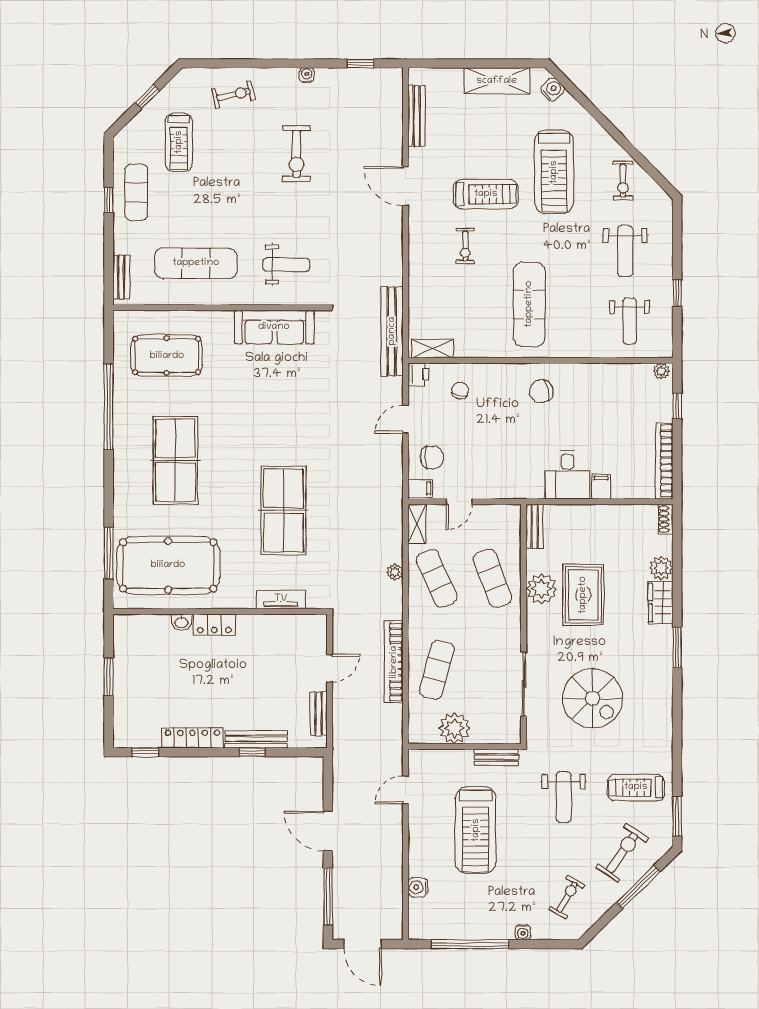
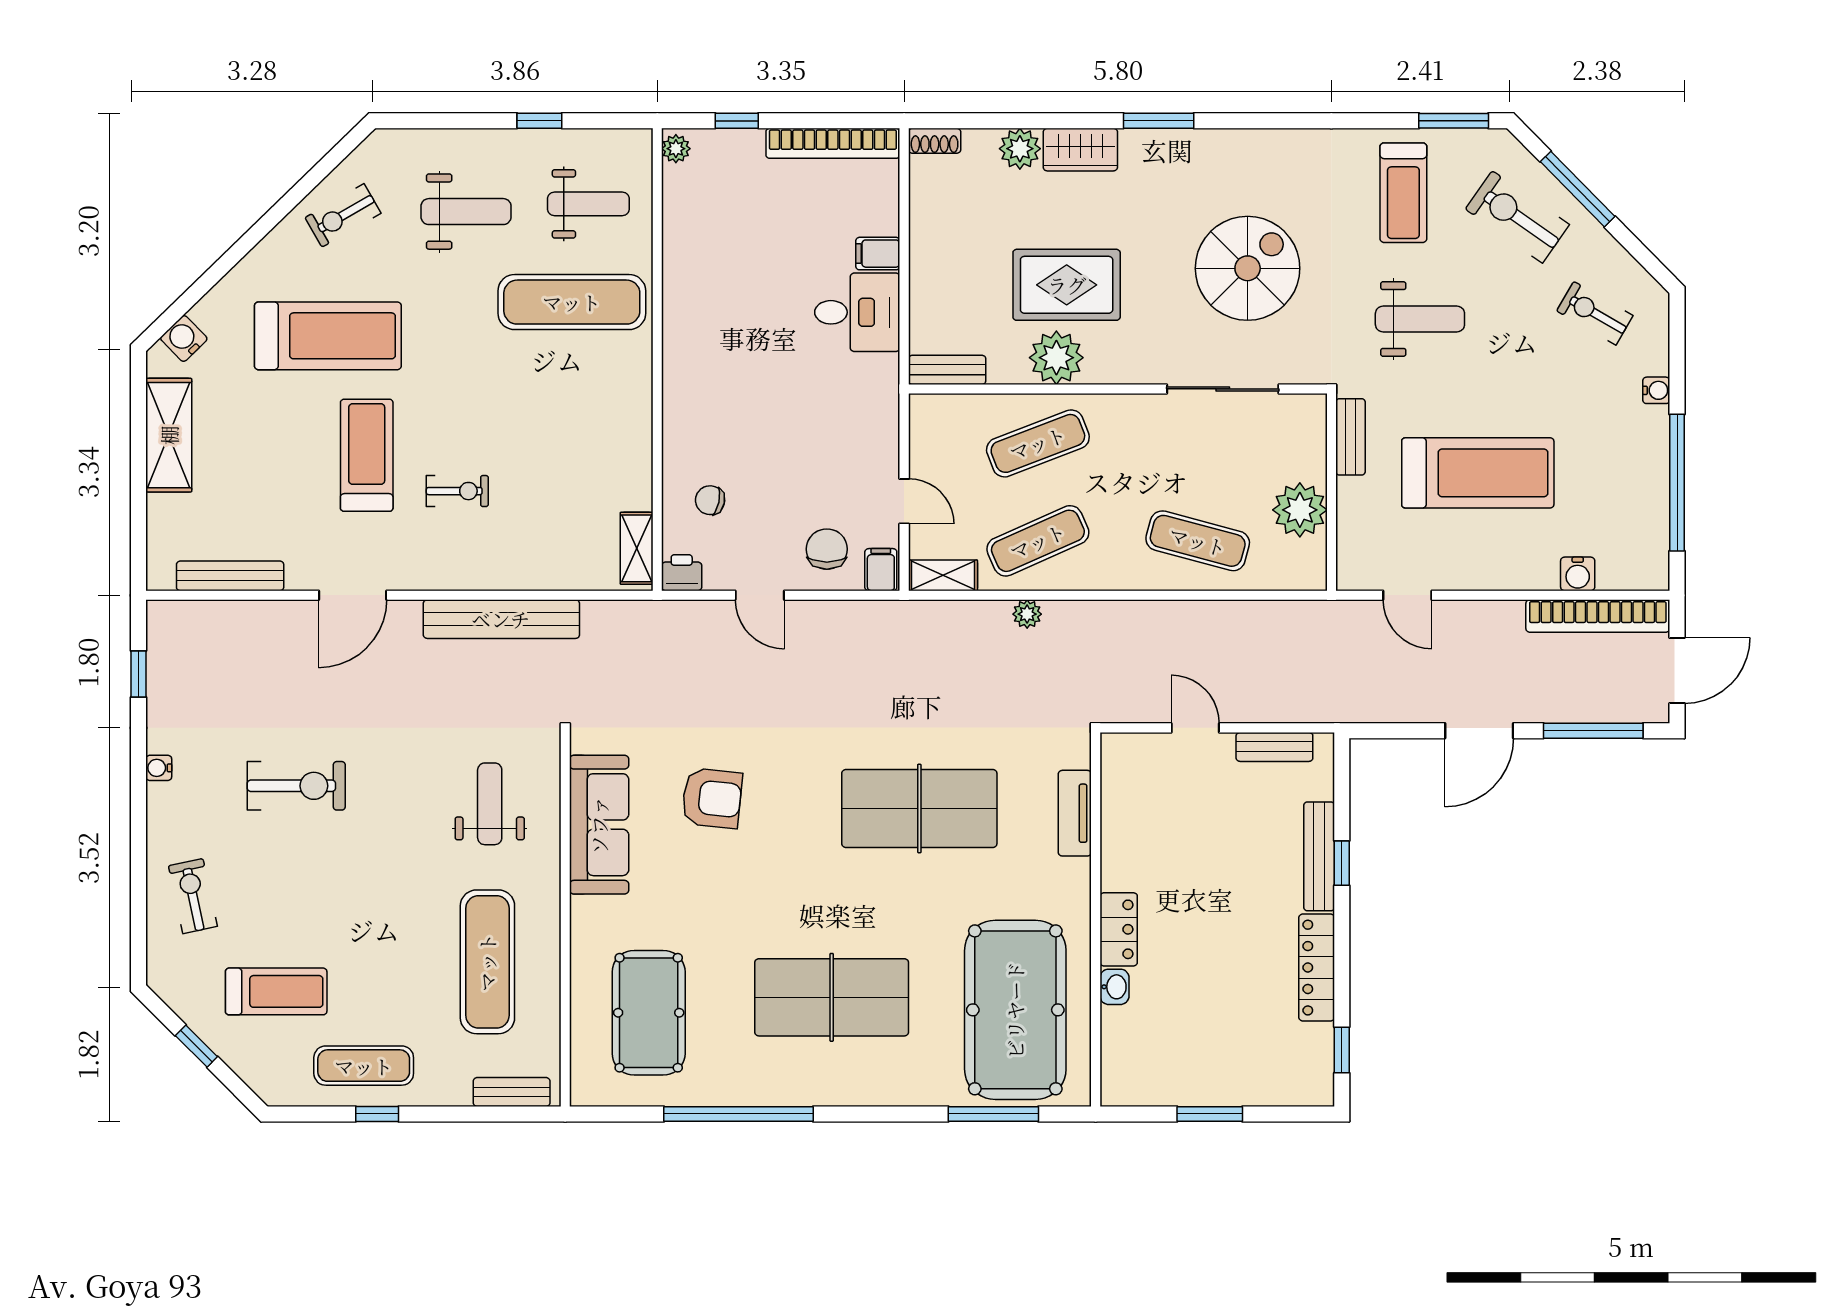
exercise bike: (623, 181) -> (343, 215), turned 150
exercise mat: (529, 304) -> (572, 302), moved
bench: (392, 331) -> (501, 619), moved
chair: (541, 391) -> (711, 358), removed
armchair: (289, 392) -> (712, 798), added
bookcase: (394, 662) -> (1598, 616), moved

